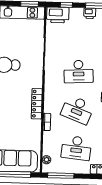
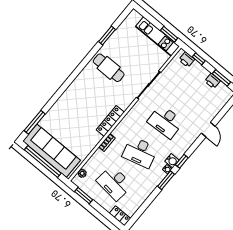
printer: (58, 15) -> (187, 60), width x0.53, depth x0.68
desk: (77, 110) -> (140, 152), turned -36
window: (61, 176) -> (84, 196), width x0.69

